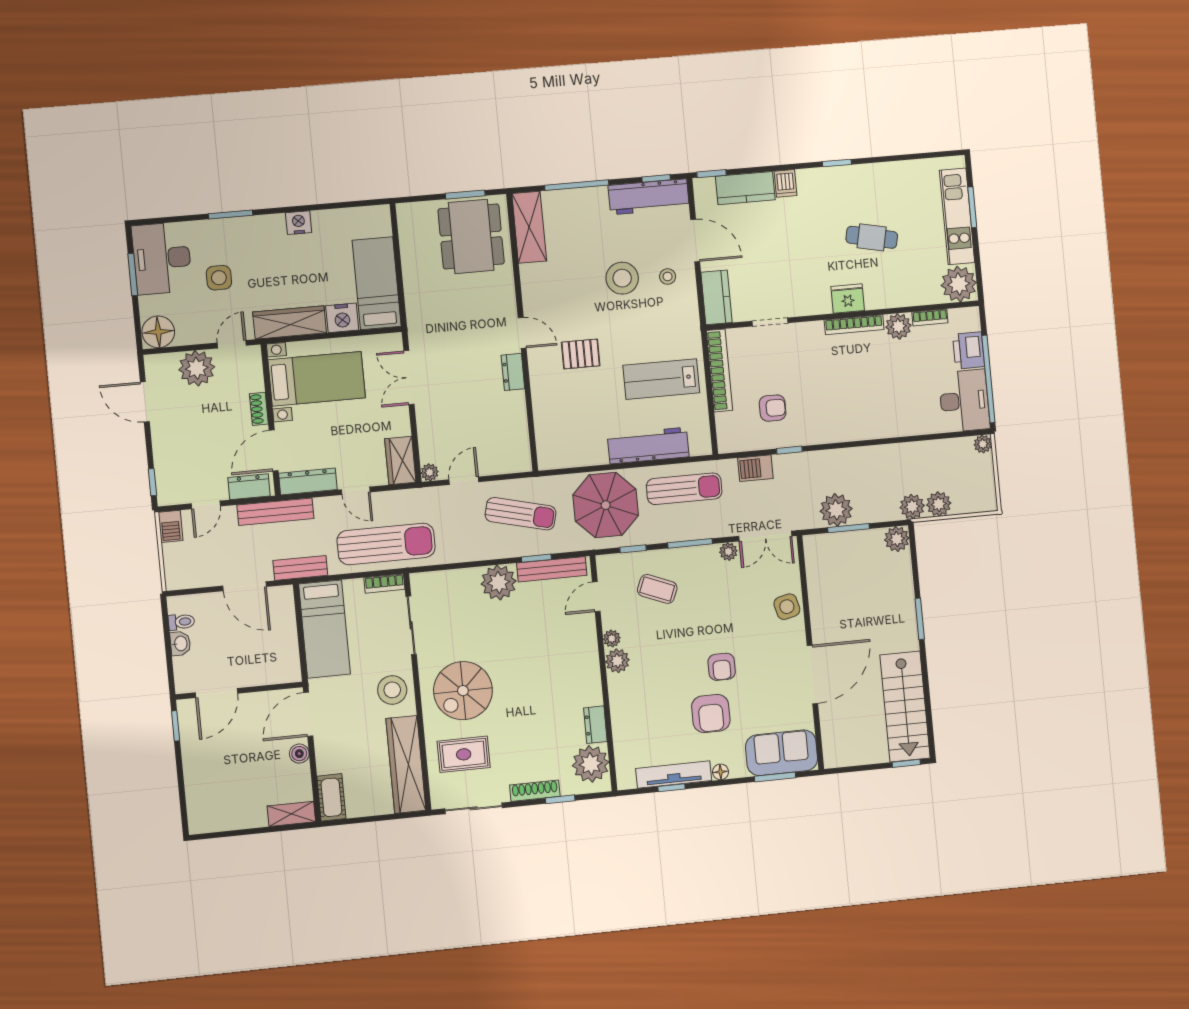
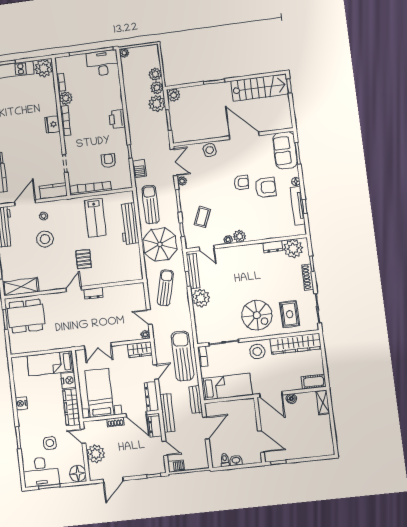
cafe table: (872, 237) -> (21, 113), removed
printer: (969, 350) -> (117, 119), moved, turned 90
plant: (836, 510) -> (157, 104), moved

